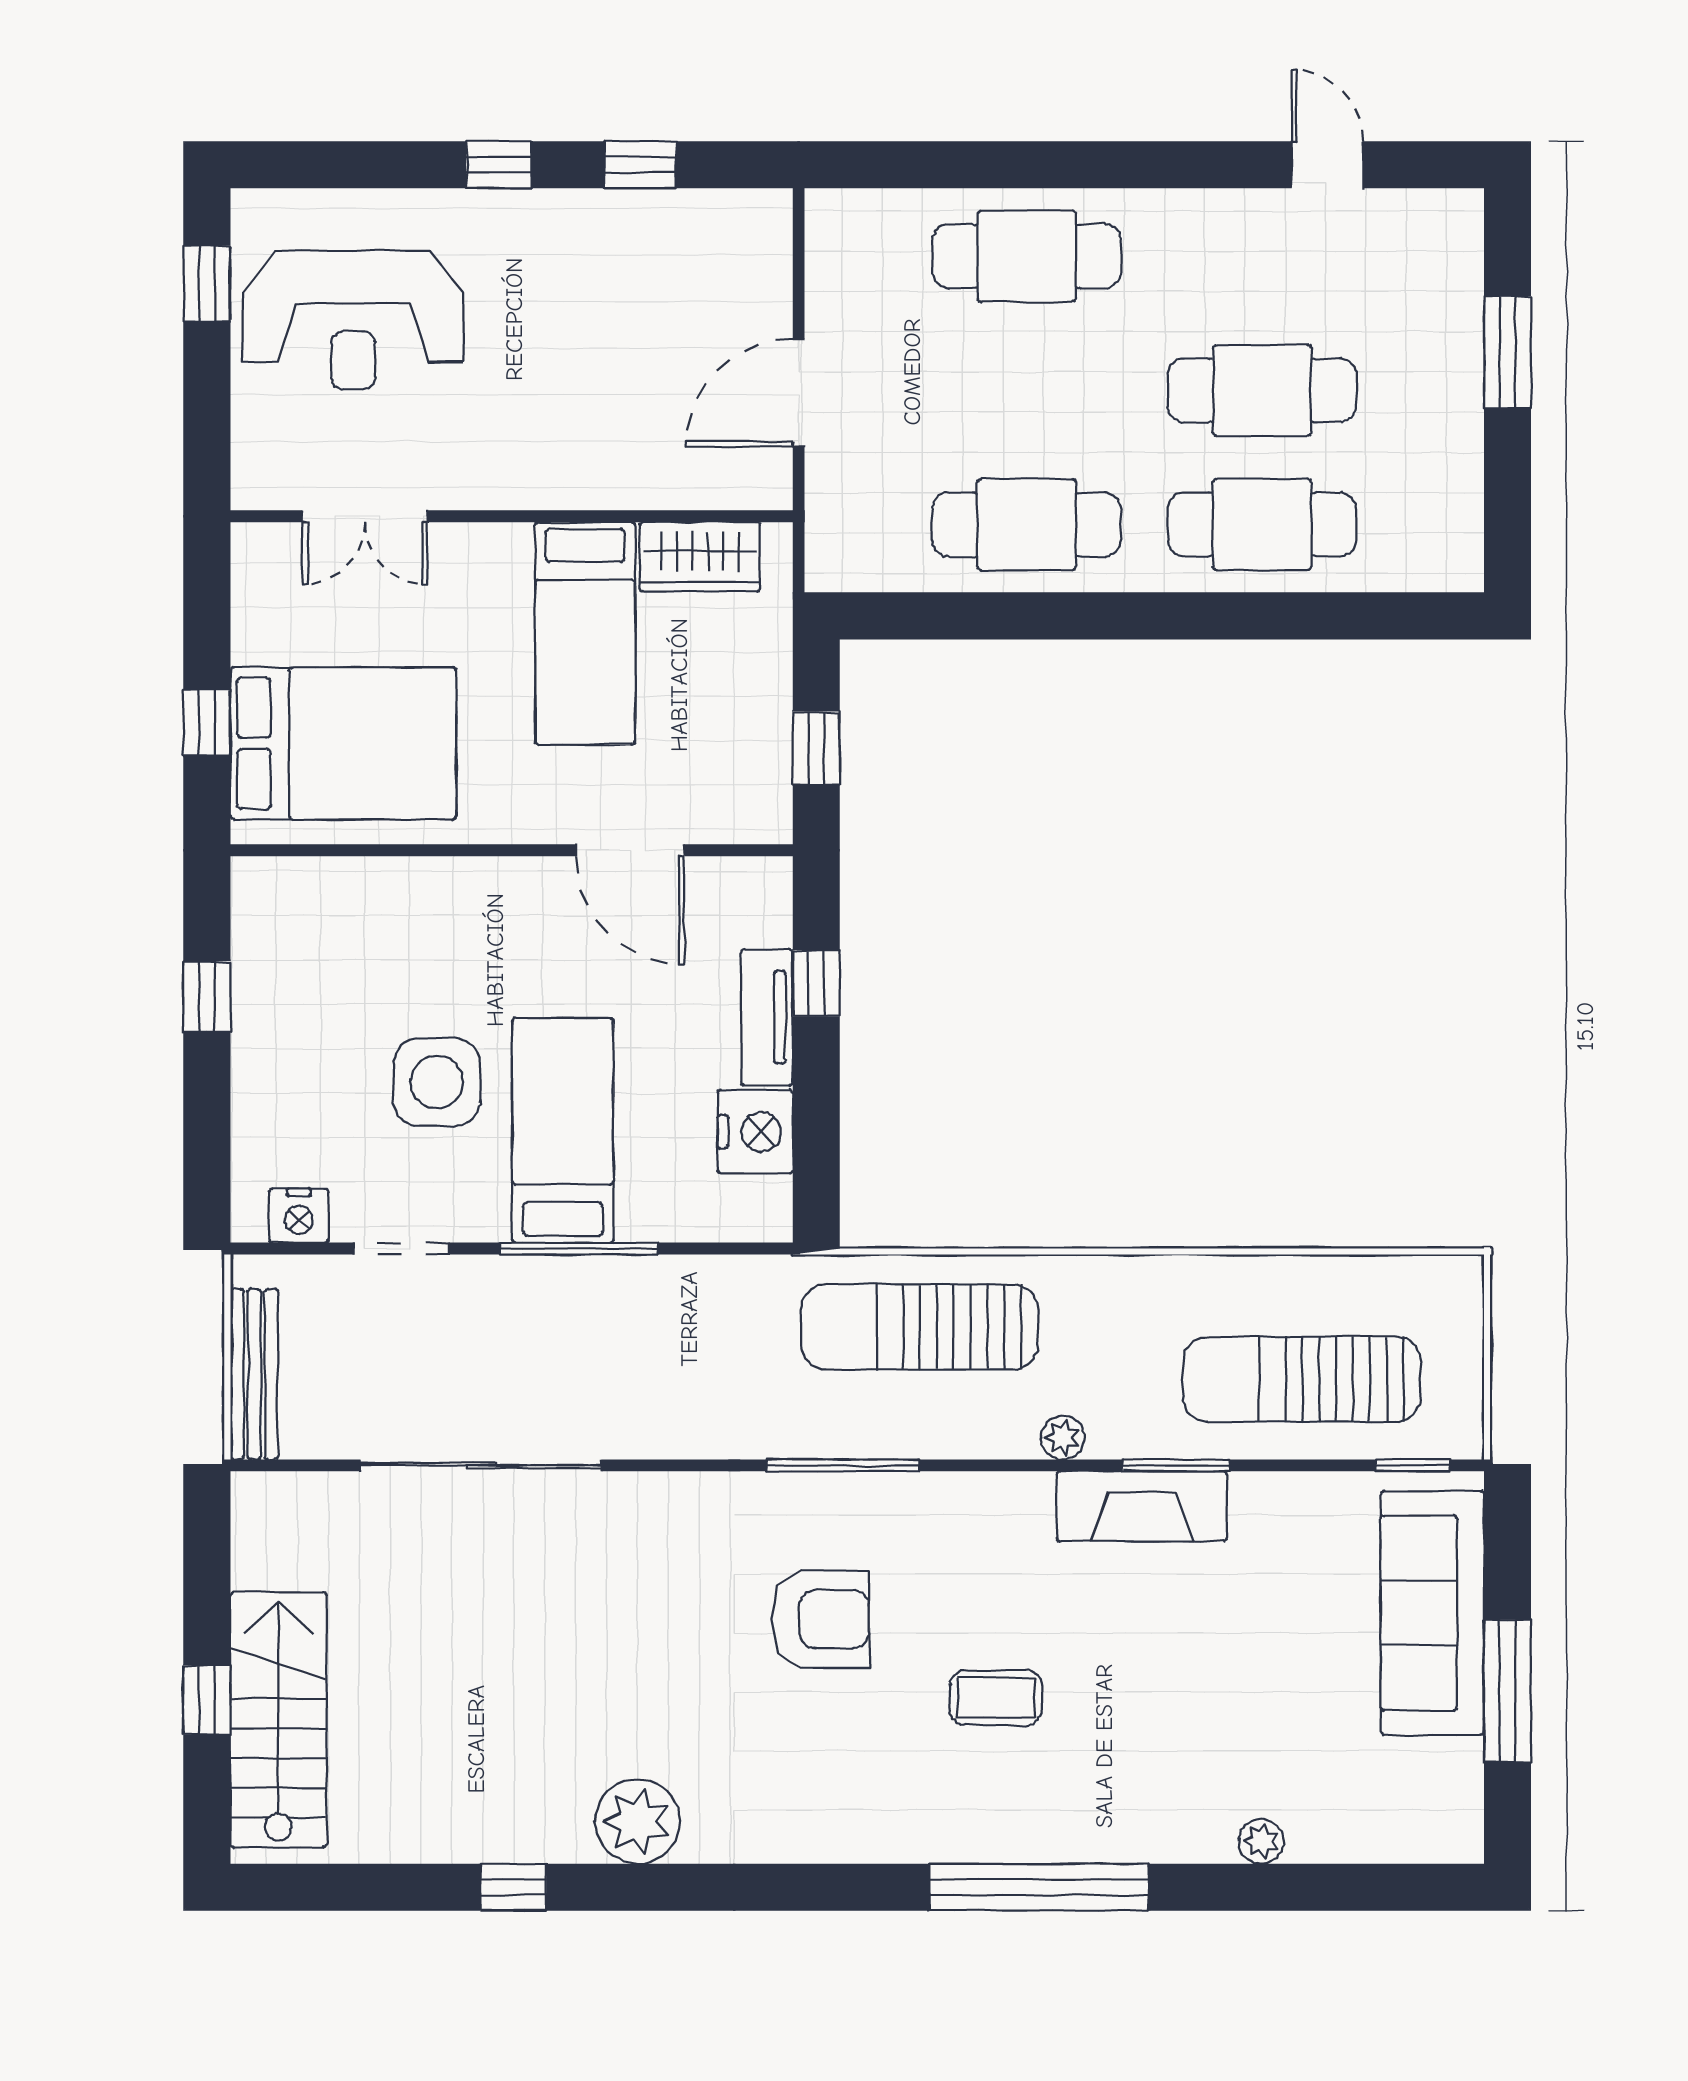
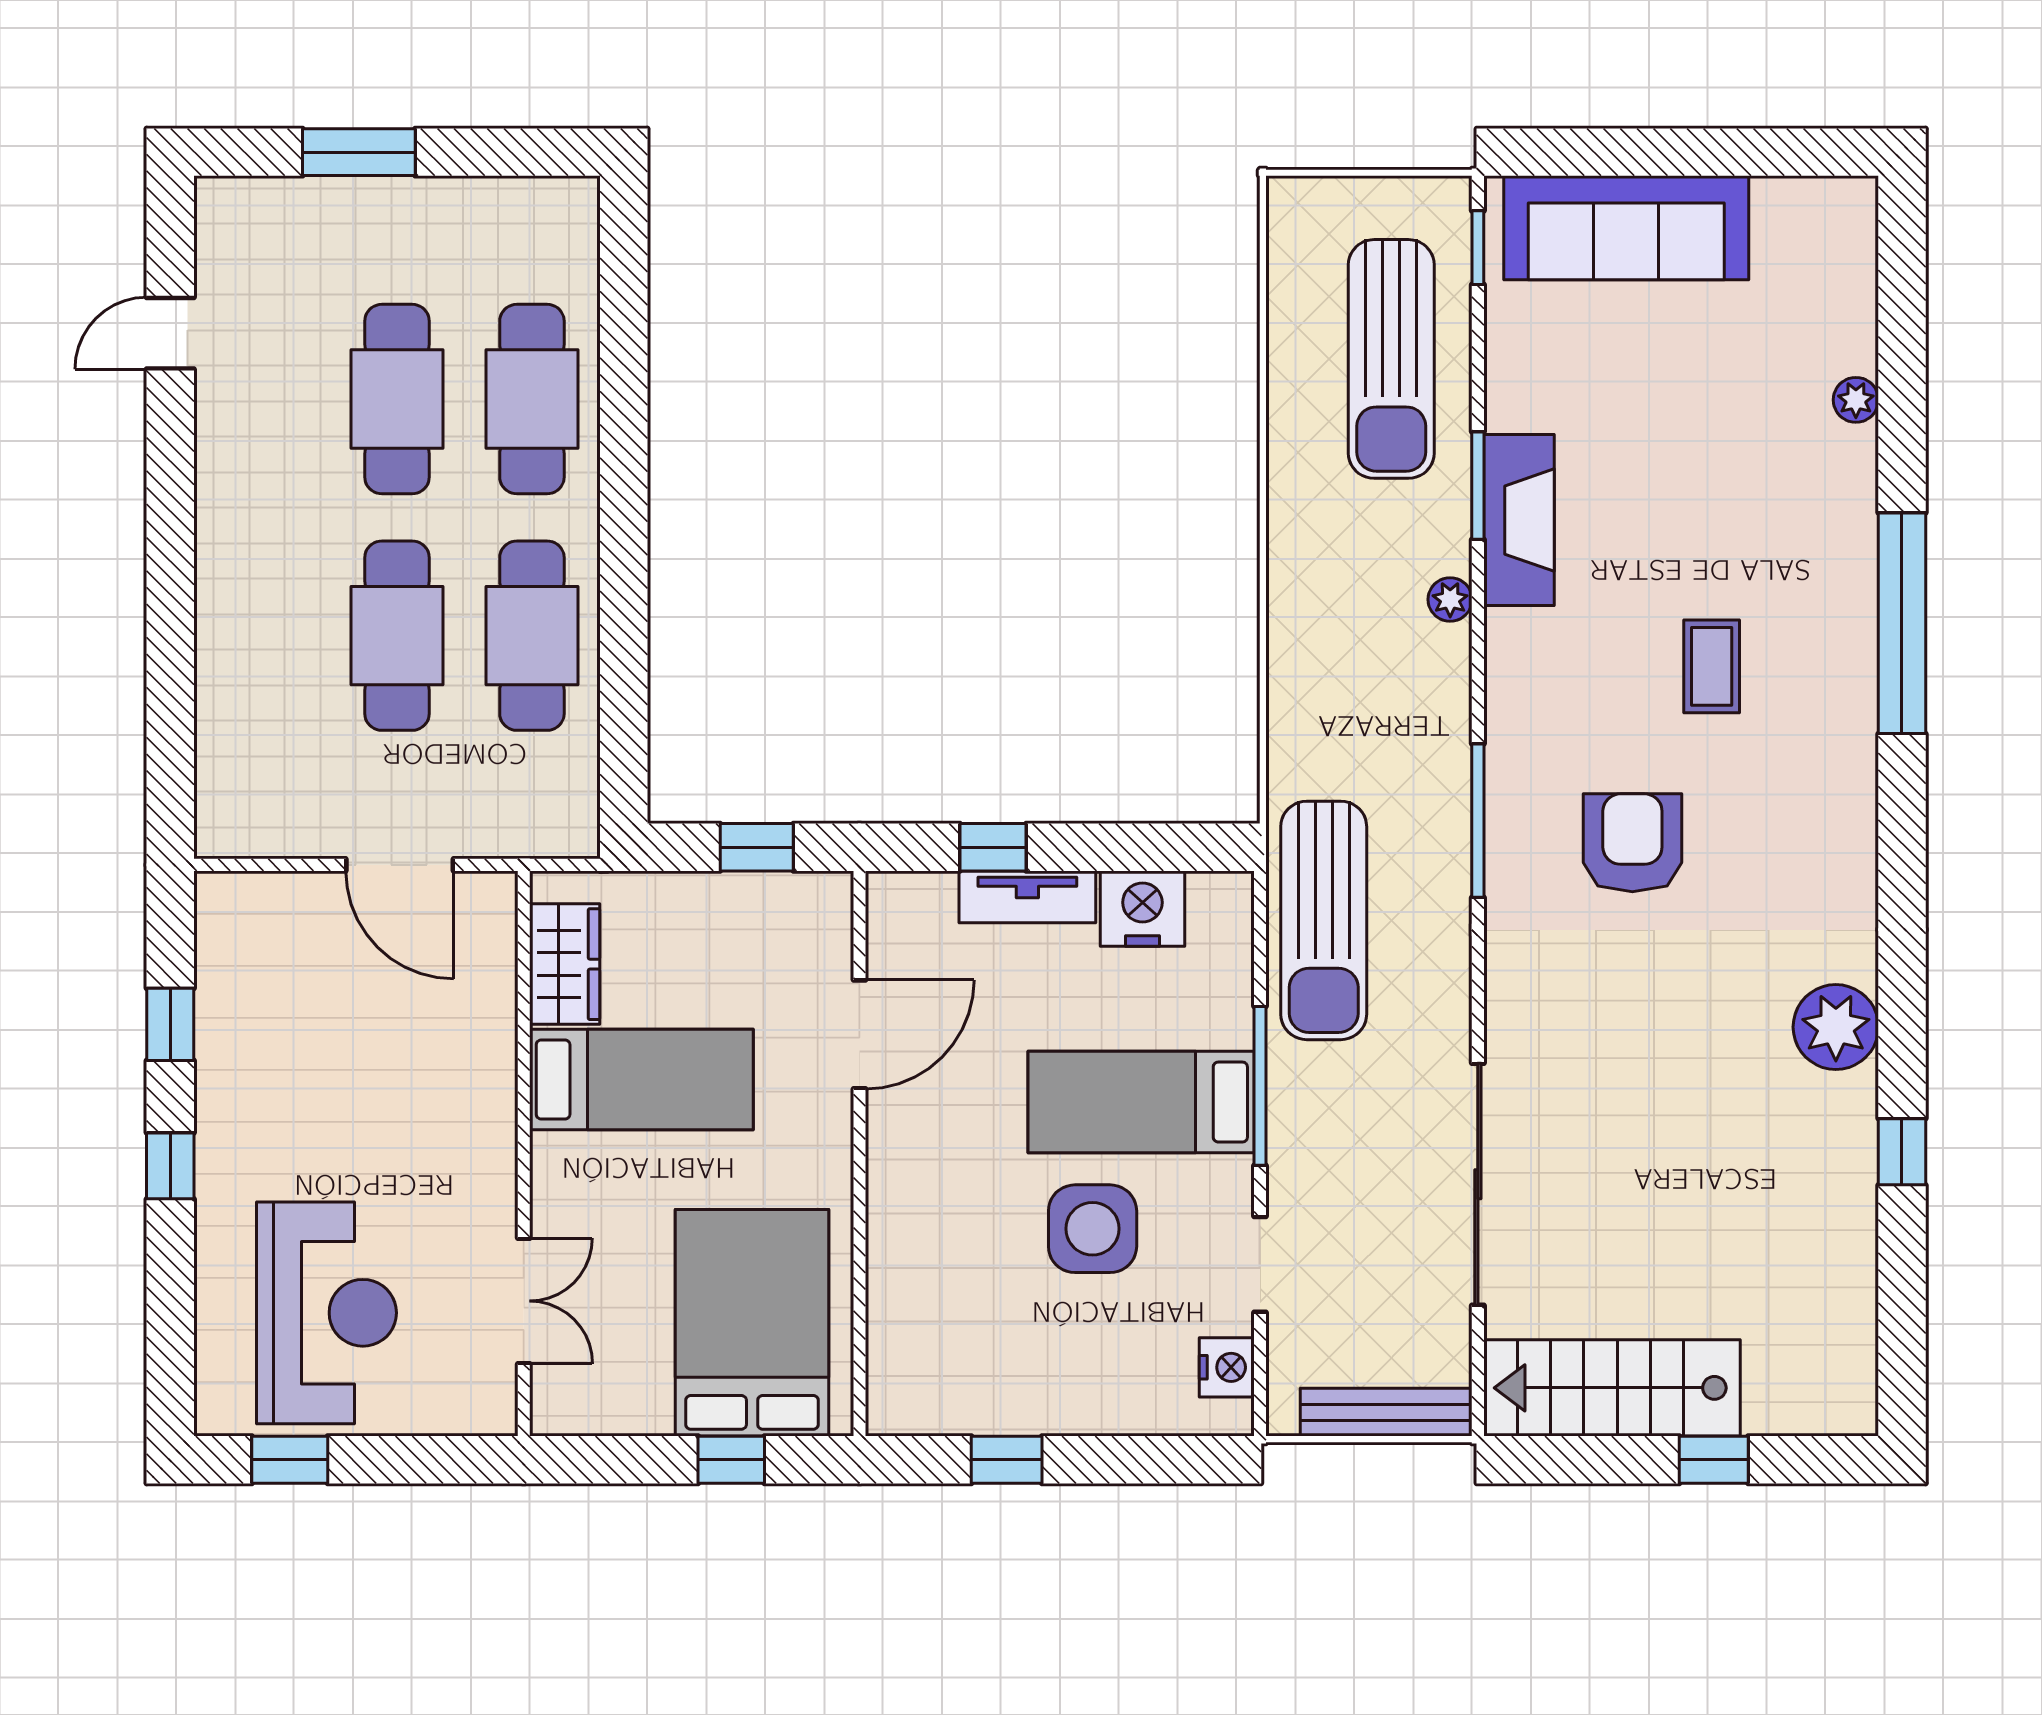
cafe table: (1027, 256) -> (397, 636), moved
sun lounger: (919, 1327) -> (1324, 920), moved
window: (1508, 1691) -> (1705, 152), removed
stairs: (278, 1720) -> (1612, 1388), moved

